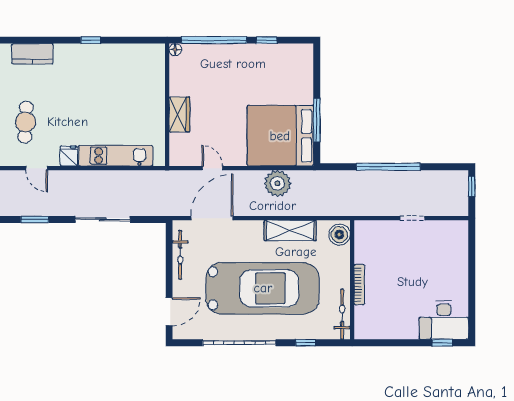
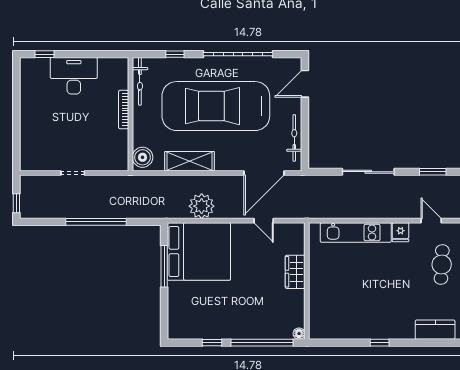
desk: (444, 320) -> (74, 76), moved

